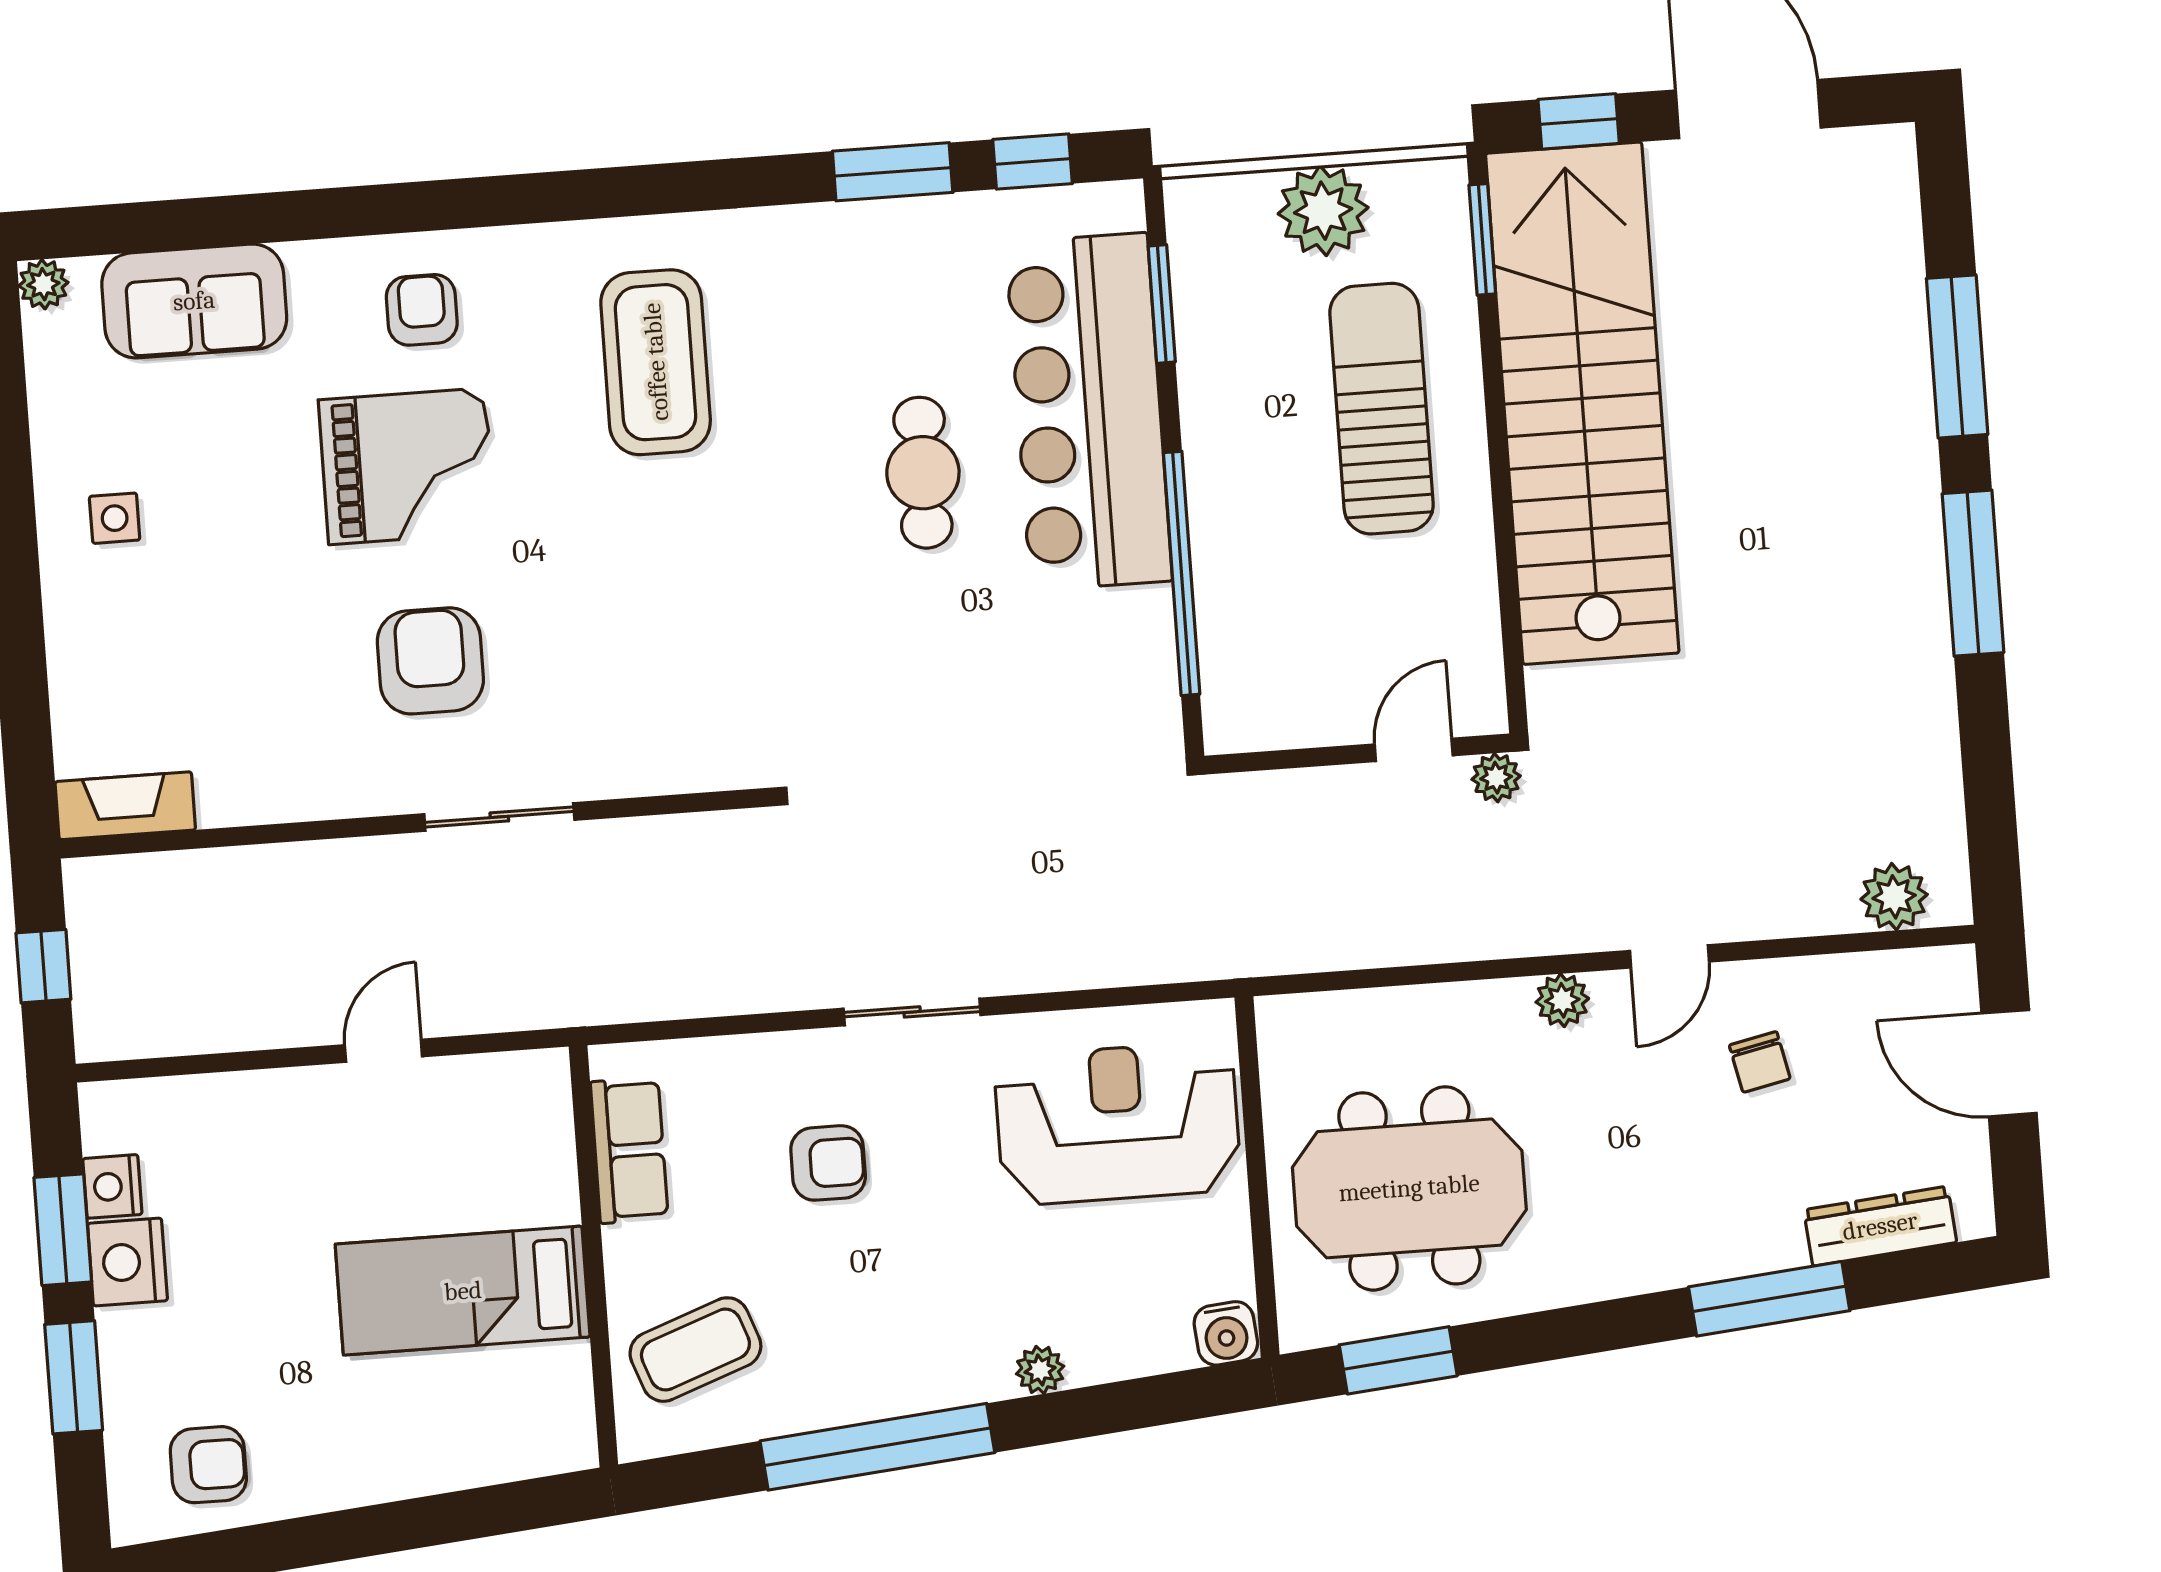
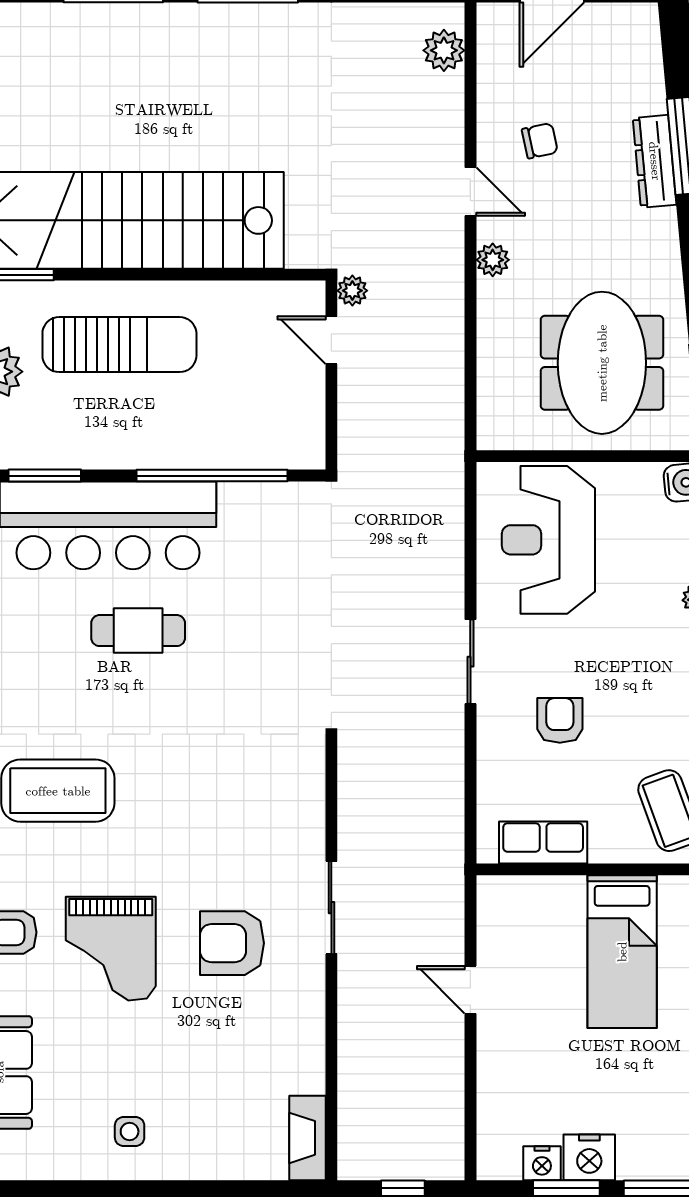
sun lounger: (1382, 409) -> (119, 345), turned 180
grand piano: (407, 466) -> (111, 949), turned 180
dresser: (1880, 1226) -> (655, 161), moved

